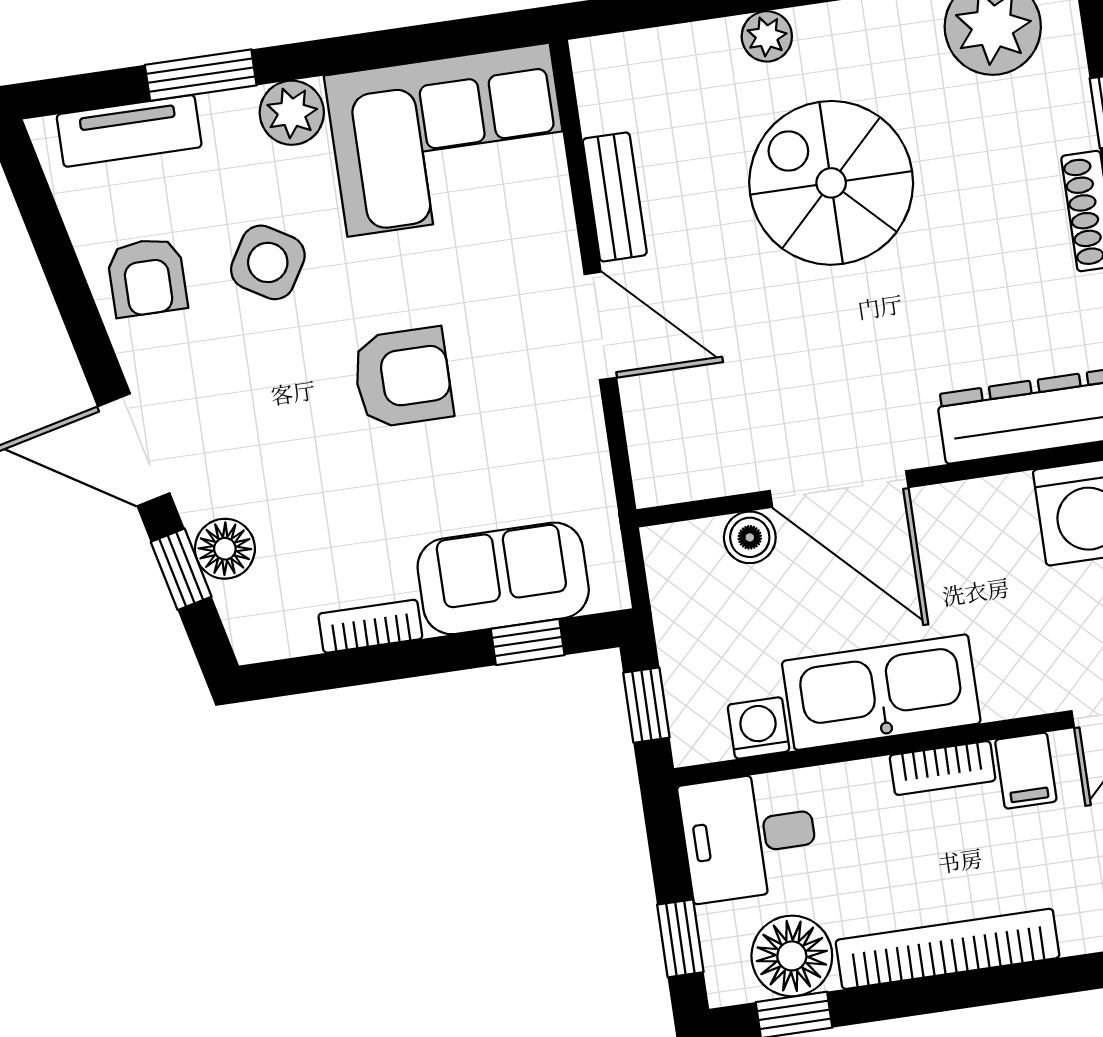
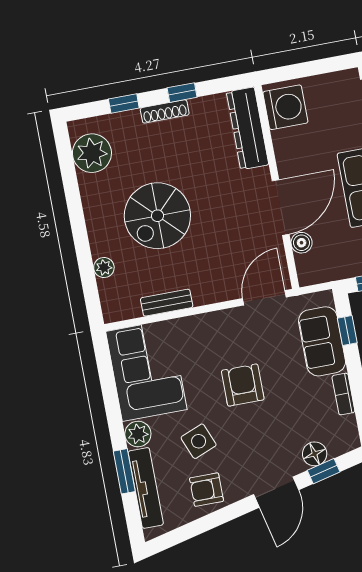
plant: (767, 36) -> (104, 268), moved
tv unit: (129, 131) -> (146, 488), width x1.41
side table: (268, 262) -> (199, 441), turned 37
armchair: (147, 277) -> (206, 490), turned 180
door: (600, 326) -> (264, 298), moved

